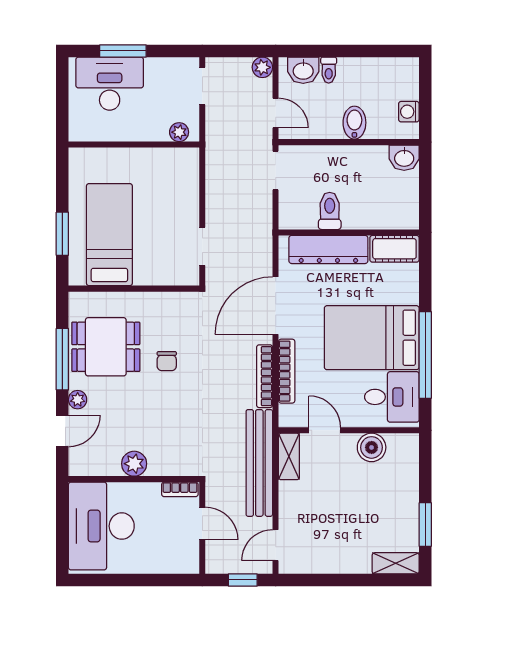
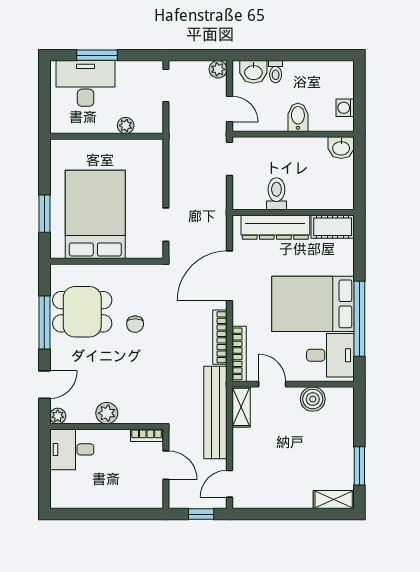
plant: (179, 132) -> (126, 125), moved
bed: (109, 235) -> (95, 214), width x1.50
bookcase: (287, 371) -> (239, 354), moved
plant: (78, 400) -> (58, 416), moved
desk: (101, 526) -> (72, 449), width x0.53, depth x0.77

